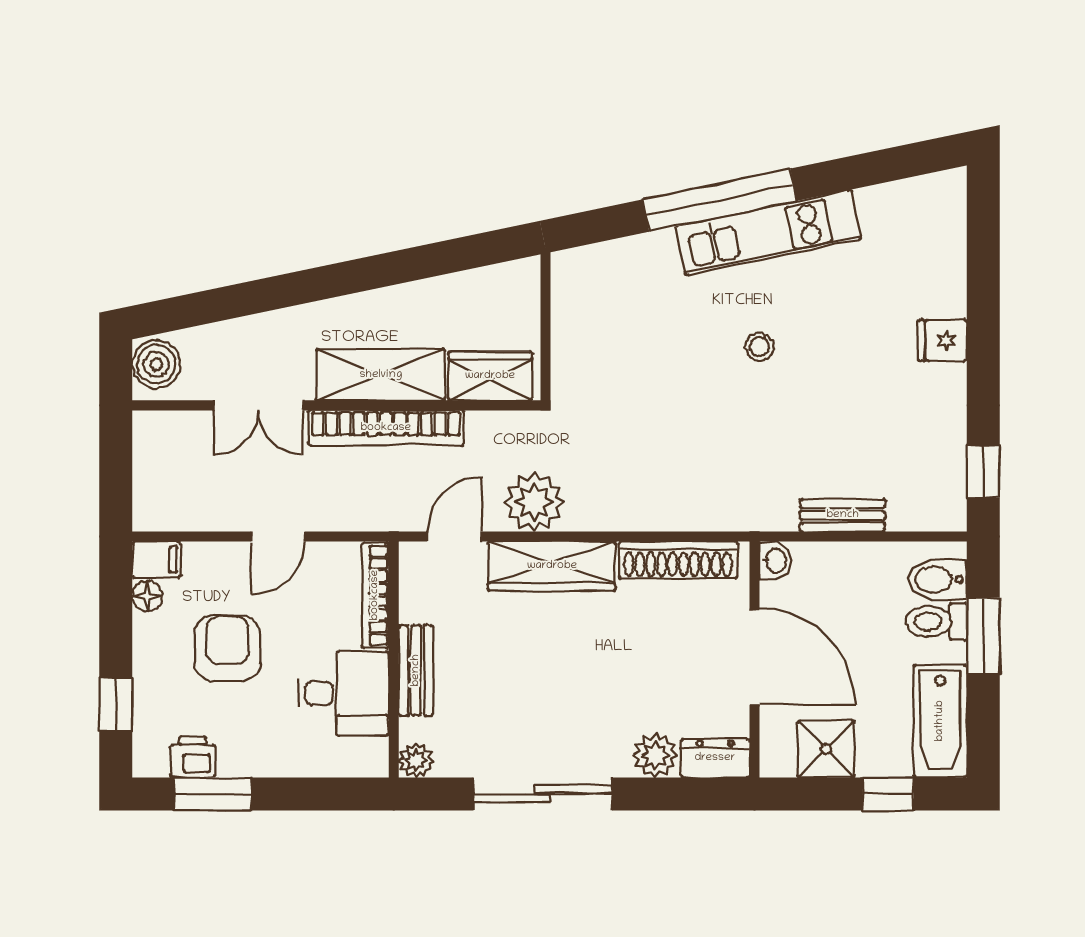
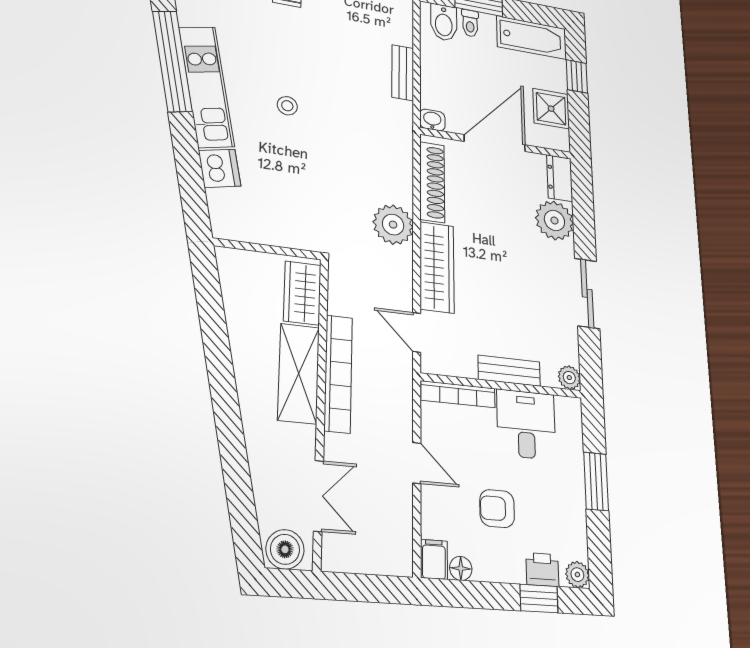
window: (720, 200) -> (172, 61), moved
dishwasher: (651, 257) -> (220, 168), added
double door: (258, 405) -> (319, 496), moved
plant: (534, 502) -> (393, 225), moved
toilet: (936, 621) -> (470, 23), width x0.73, depth x0.72
armchair: (227, 648) -> (497, 509), width x0.72, depth x0.72
plant: (655, 755) -> (554, 220), width x1.36, depth x1.36
printer: (193, 757) -> (542, 570), moved, turned 90
plant: (149, 760) -> (577, 575), added
window: (213, 794) -> (596, 481), moved
sliding door: (543, 794) -> (587, 293), width x0.73

